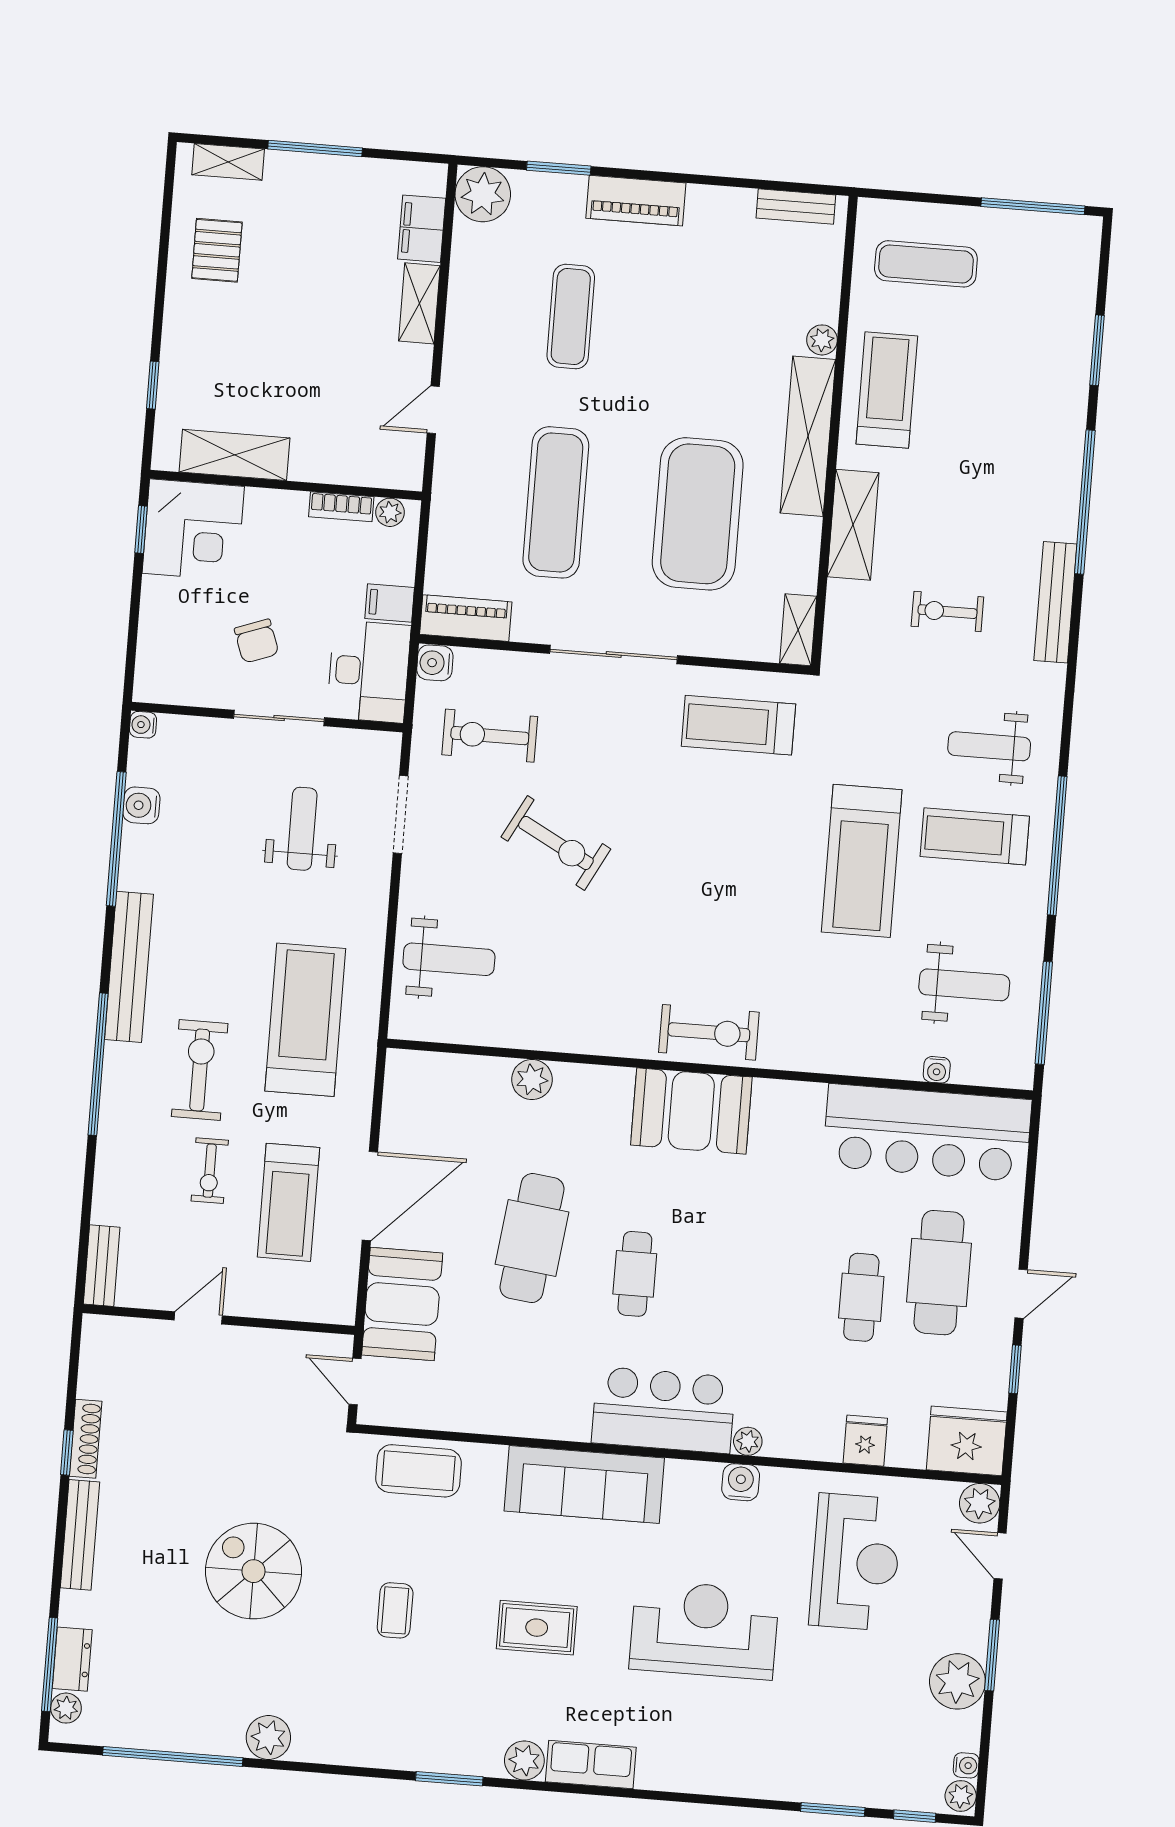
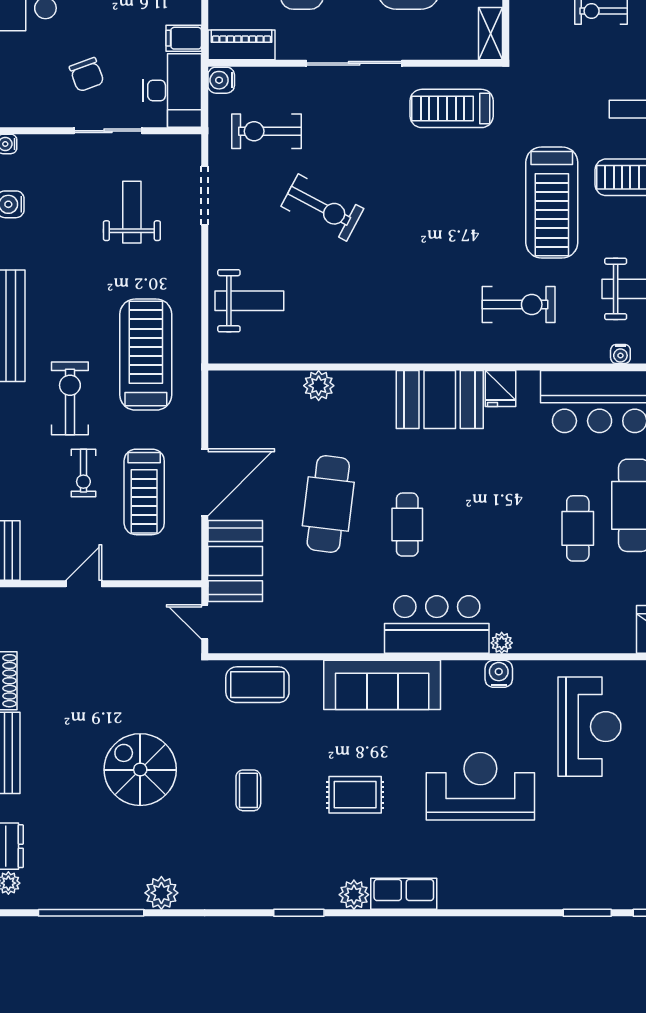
exercise bike: (709, 1032) -> (519, 305), moved
fridge: (865, 1441) -> (500, 389), moved, turned 180

